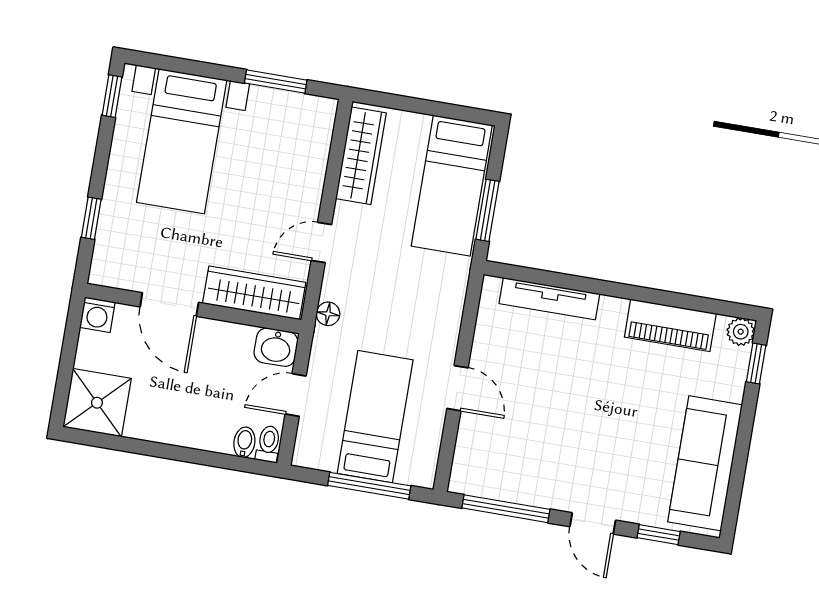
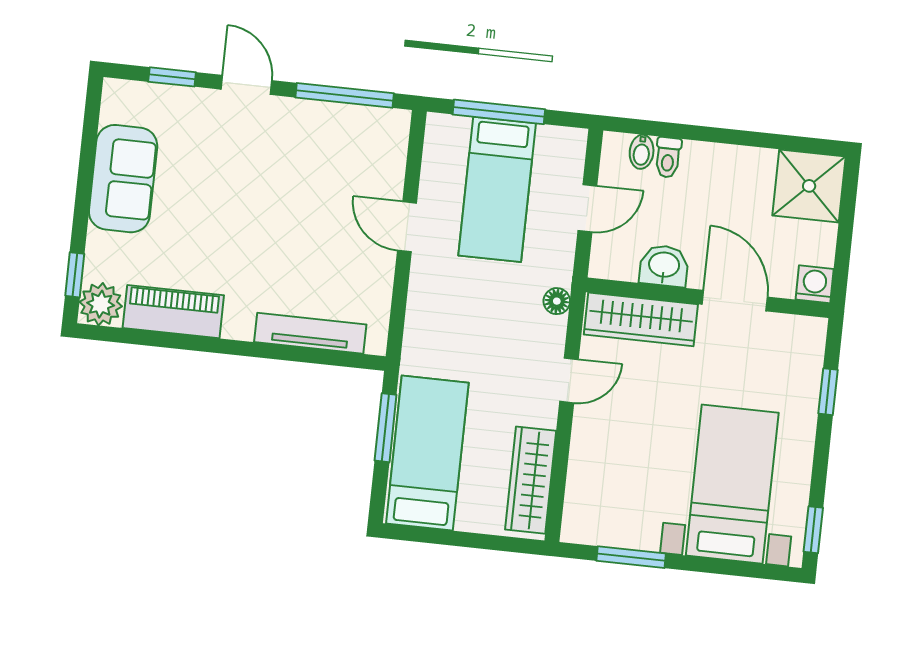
plant: (741, 332) -> (101, 304), width x1.38, depth x1.38
washbasin: (276, 347) -> (664, 266), moved
toilet: (268, 444) -> (668, 157), moved
sofa: (705, 463) -> (123, 179), width x0.73

